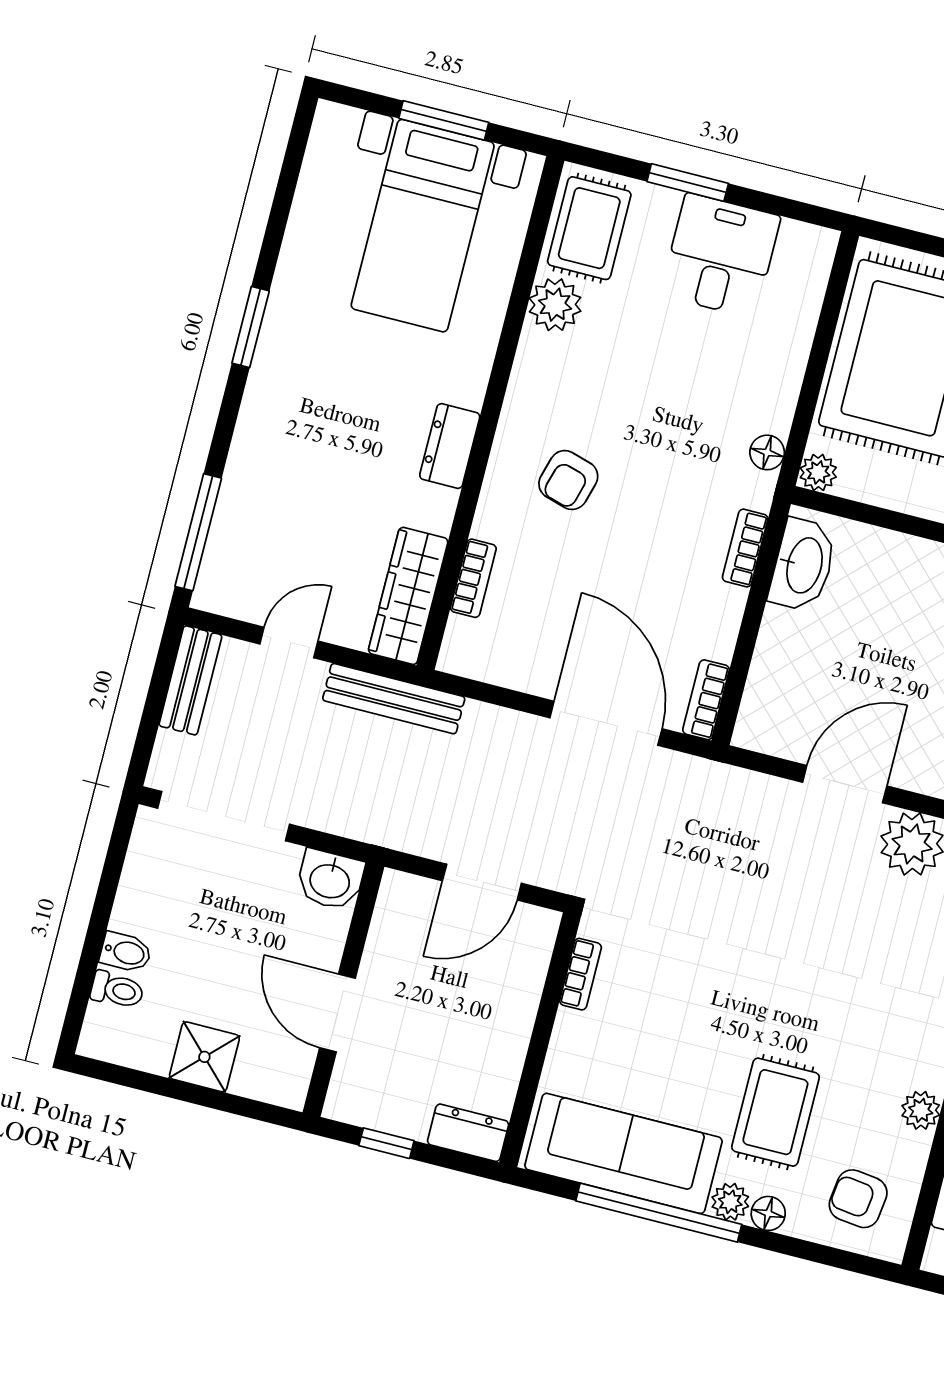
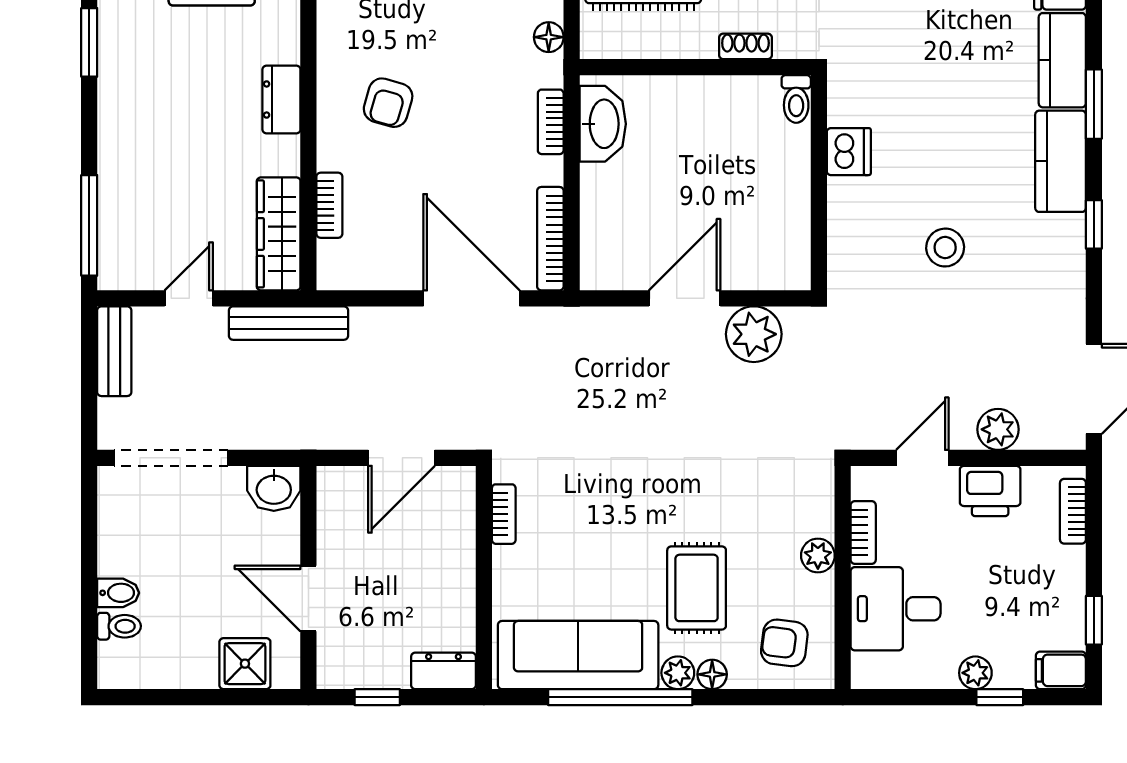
plant: (818, 472) -> (596, 43), removed
bookcase: (706, 700) -> (550, 239), width x1.56
shower: (204, 1057) -> (245, 664), moved

